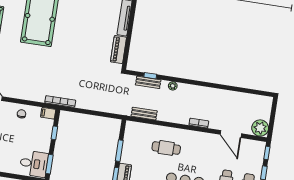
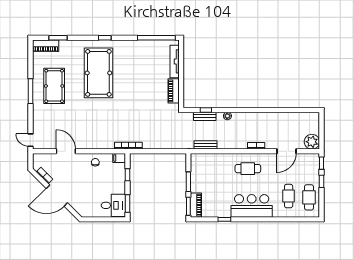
door: (231, 134) -> (286, 151), hinge flipped
cafe table: (166, 148) -> (248, 169), moved

